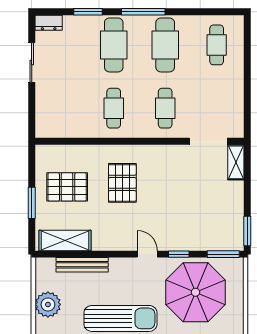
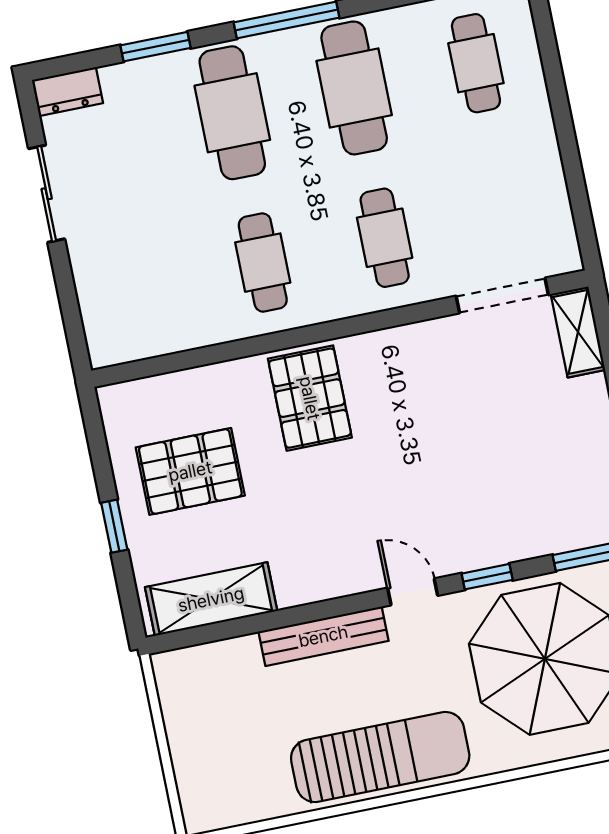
pallet: (122, 183) -> (310, 398), moved
window: (32, 203) -> (114, 526), width x0.67
bench: (82, 265) -> (323, 636), moved
plant: (48, 304) -> (202, 759), removed

